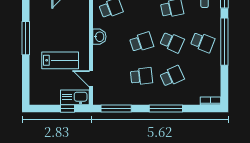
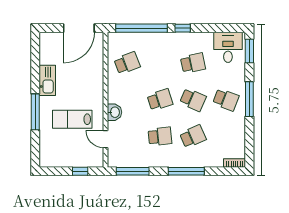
washbasin: (99, 37) -> (115, 112), moved
window: (26, 38) -> (35, 112), moved
window: (224, 42) -> (249, 99), width x0.68
lab bench: (60, 60) -> (72, 119), turned 180
kitchen sink: (75, 97) -> (47, 80), moved, turned 90

